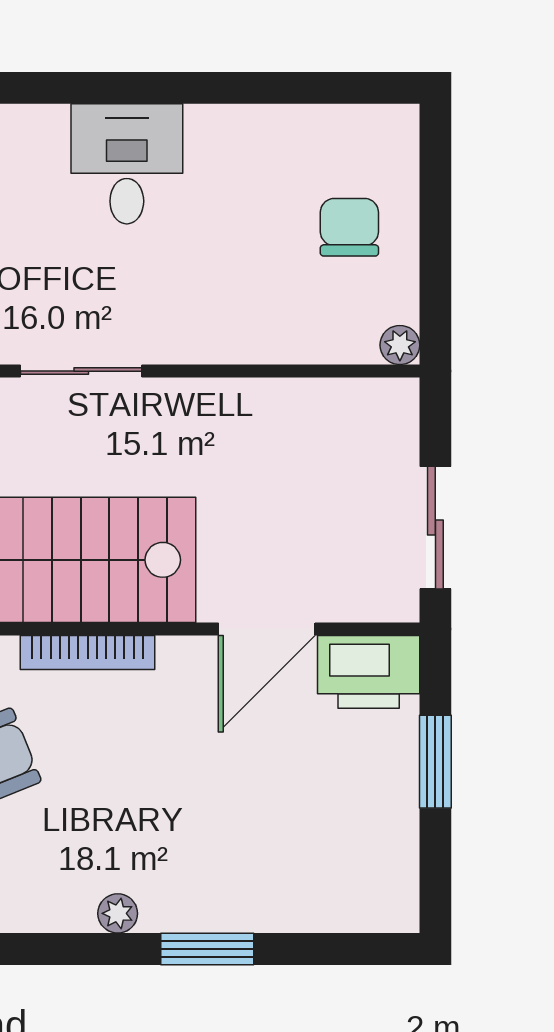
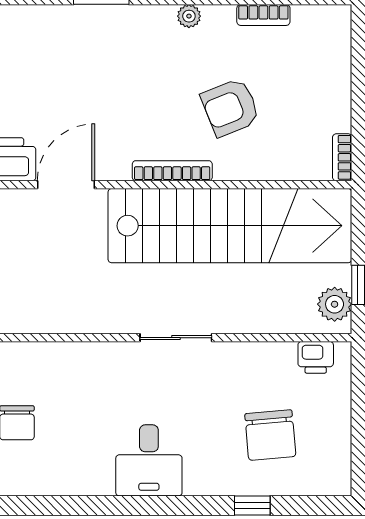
plant: (118, 913) -> (189, 16), moved

